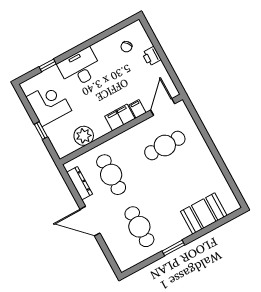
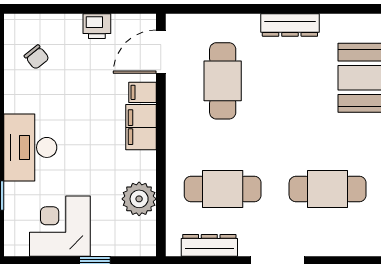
printer: (152, 56) -> (97, 26), moved
door: (163, 107) -> (161, 52), hinge flipped
dresser: (211, 164) -> (290, 25), added

